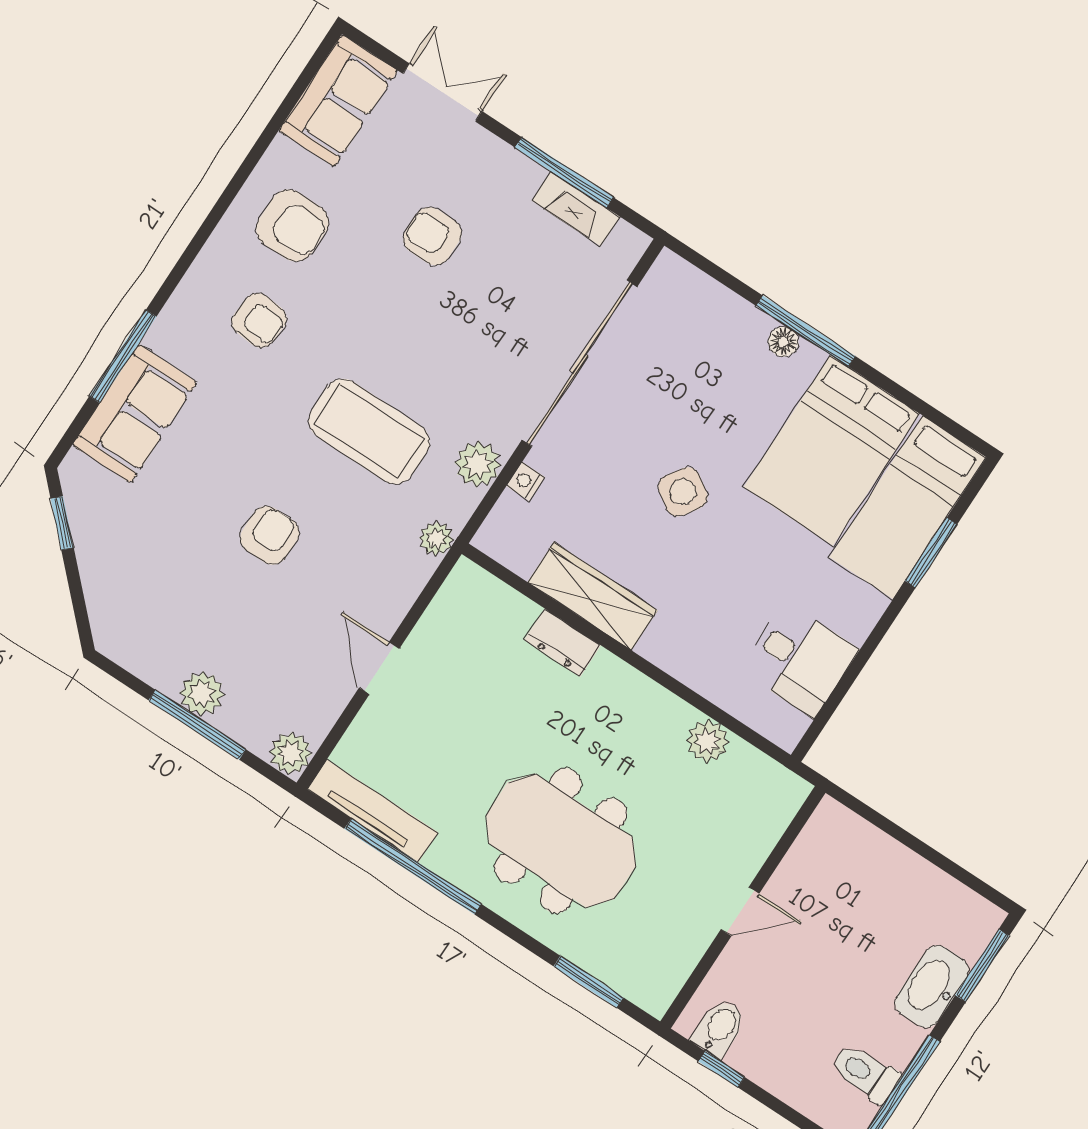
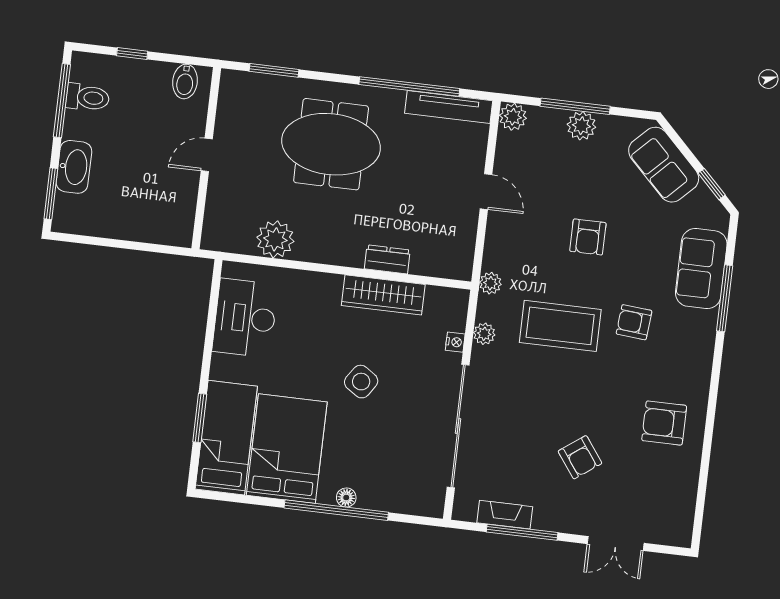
sofa: (338, 101) -> (664, 165), moved, turned -45
armchair: (432, 236) -> (580, 457), turned 54
armchair: (259, 320) -> (634, 322), moved
window: (806, 331) -> (336, 510), width x1.46
plant: (478, 464) -> (484, 334), width x0.73, depth x0.73
desk: (799, 660) -> (245, 318), width x1.37
plant: (708, 741) -> (275, 239), width x1.36, depth x1.36
window: (722, 1069) -> (132, 53), moved

